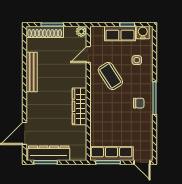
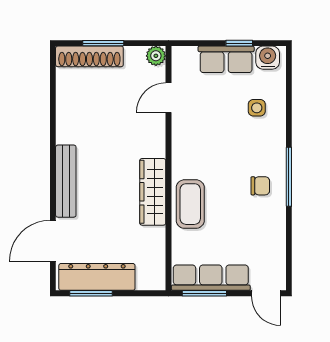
bench: (32, 72) -> (66, 181), moved
coffee table: (110, 76) -> (190, 204), moved, turned 33

